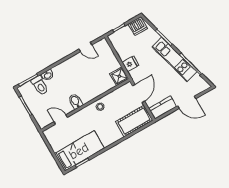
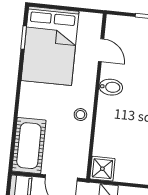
door: (61, 119) -> (101, 50), hinge flipped
bed: (79, 151) -> (50, 46), width x1.50

